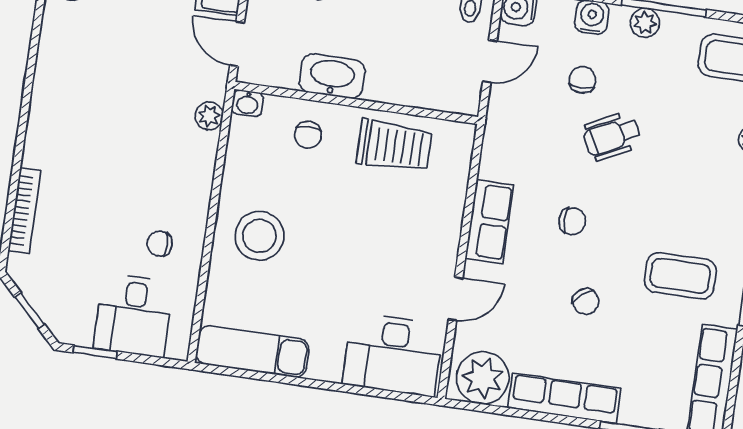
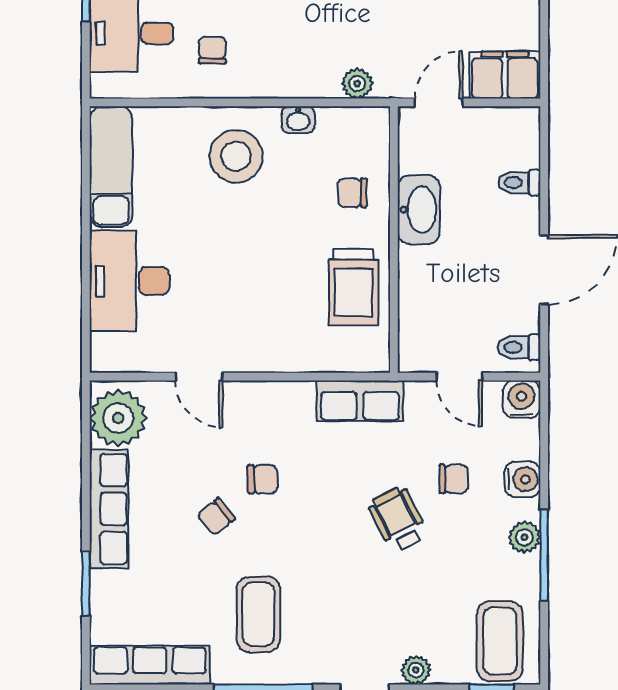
washbasin: (247, 103) -> (298, 120), moved, turned -90
chair: (572, 221) -> (263, 479), moved, turned -90
row of seats: (489, 222) -> (360, 401), moved
desk: (393, 354) -> (130, 281), moved

